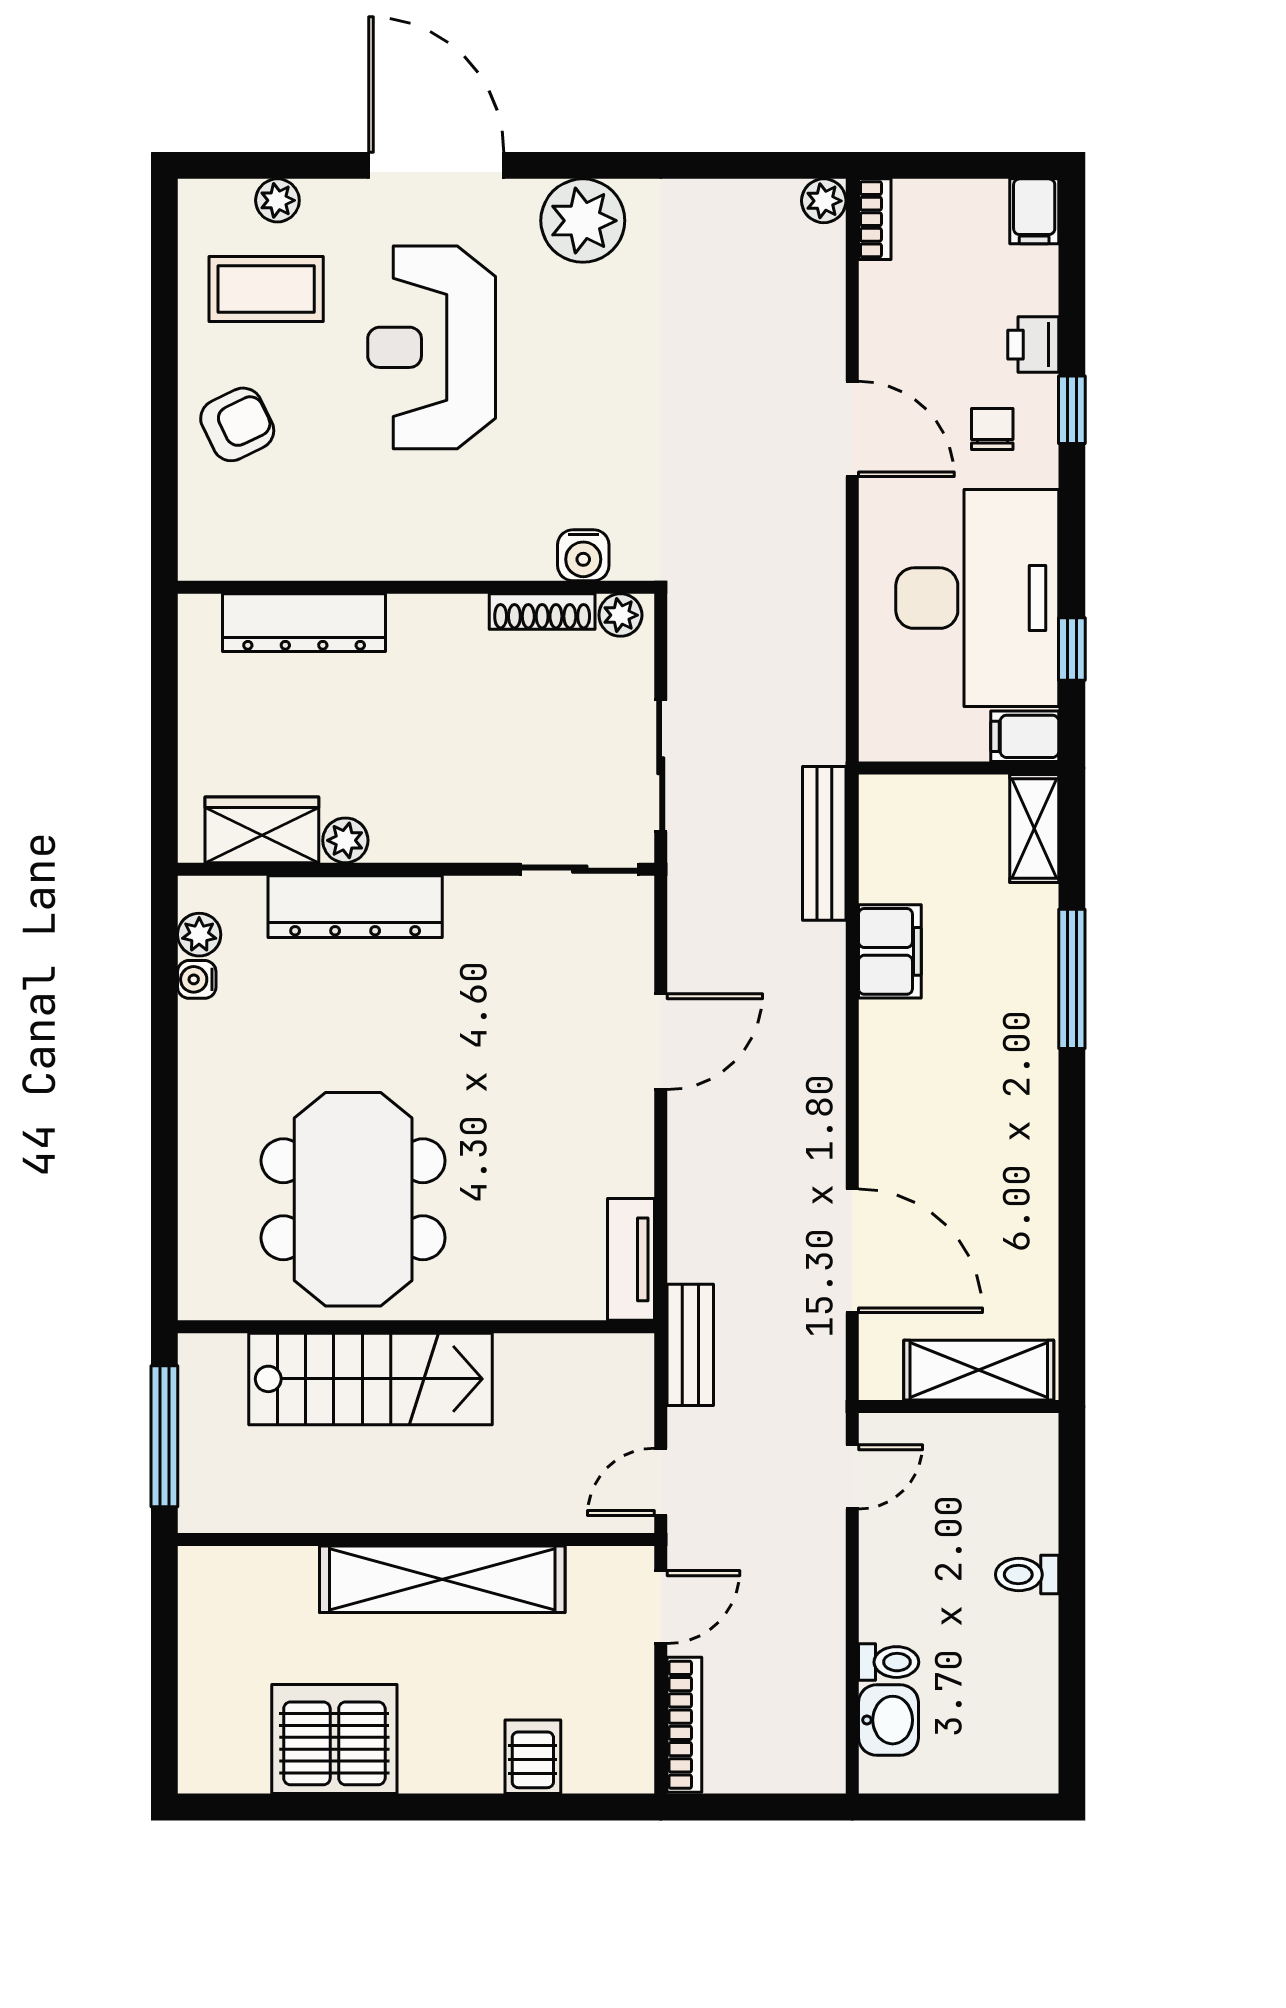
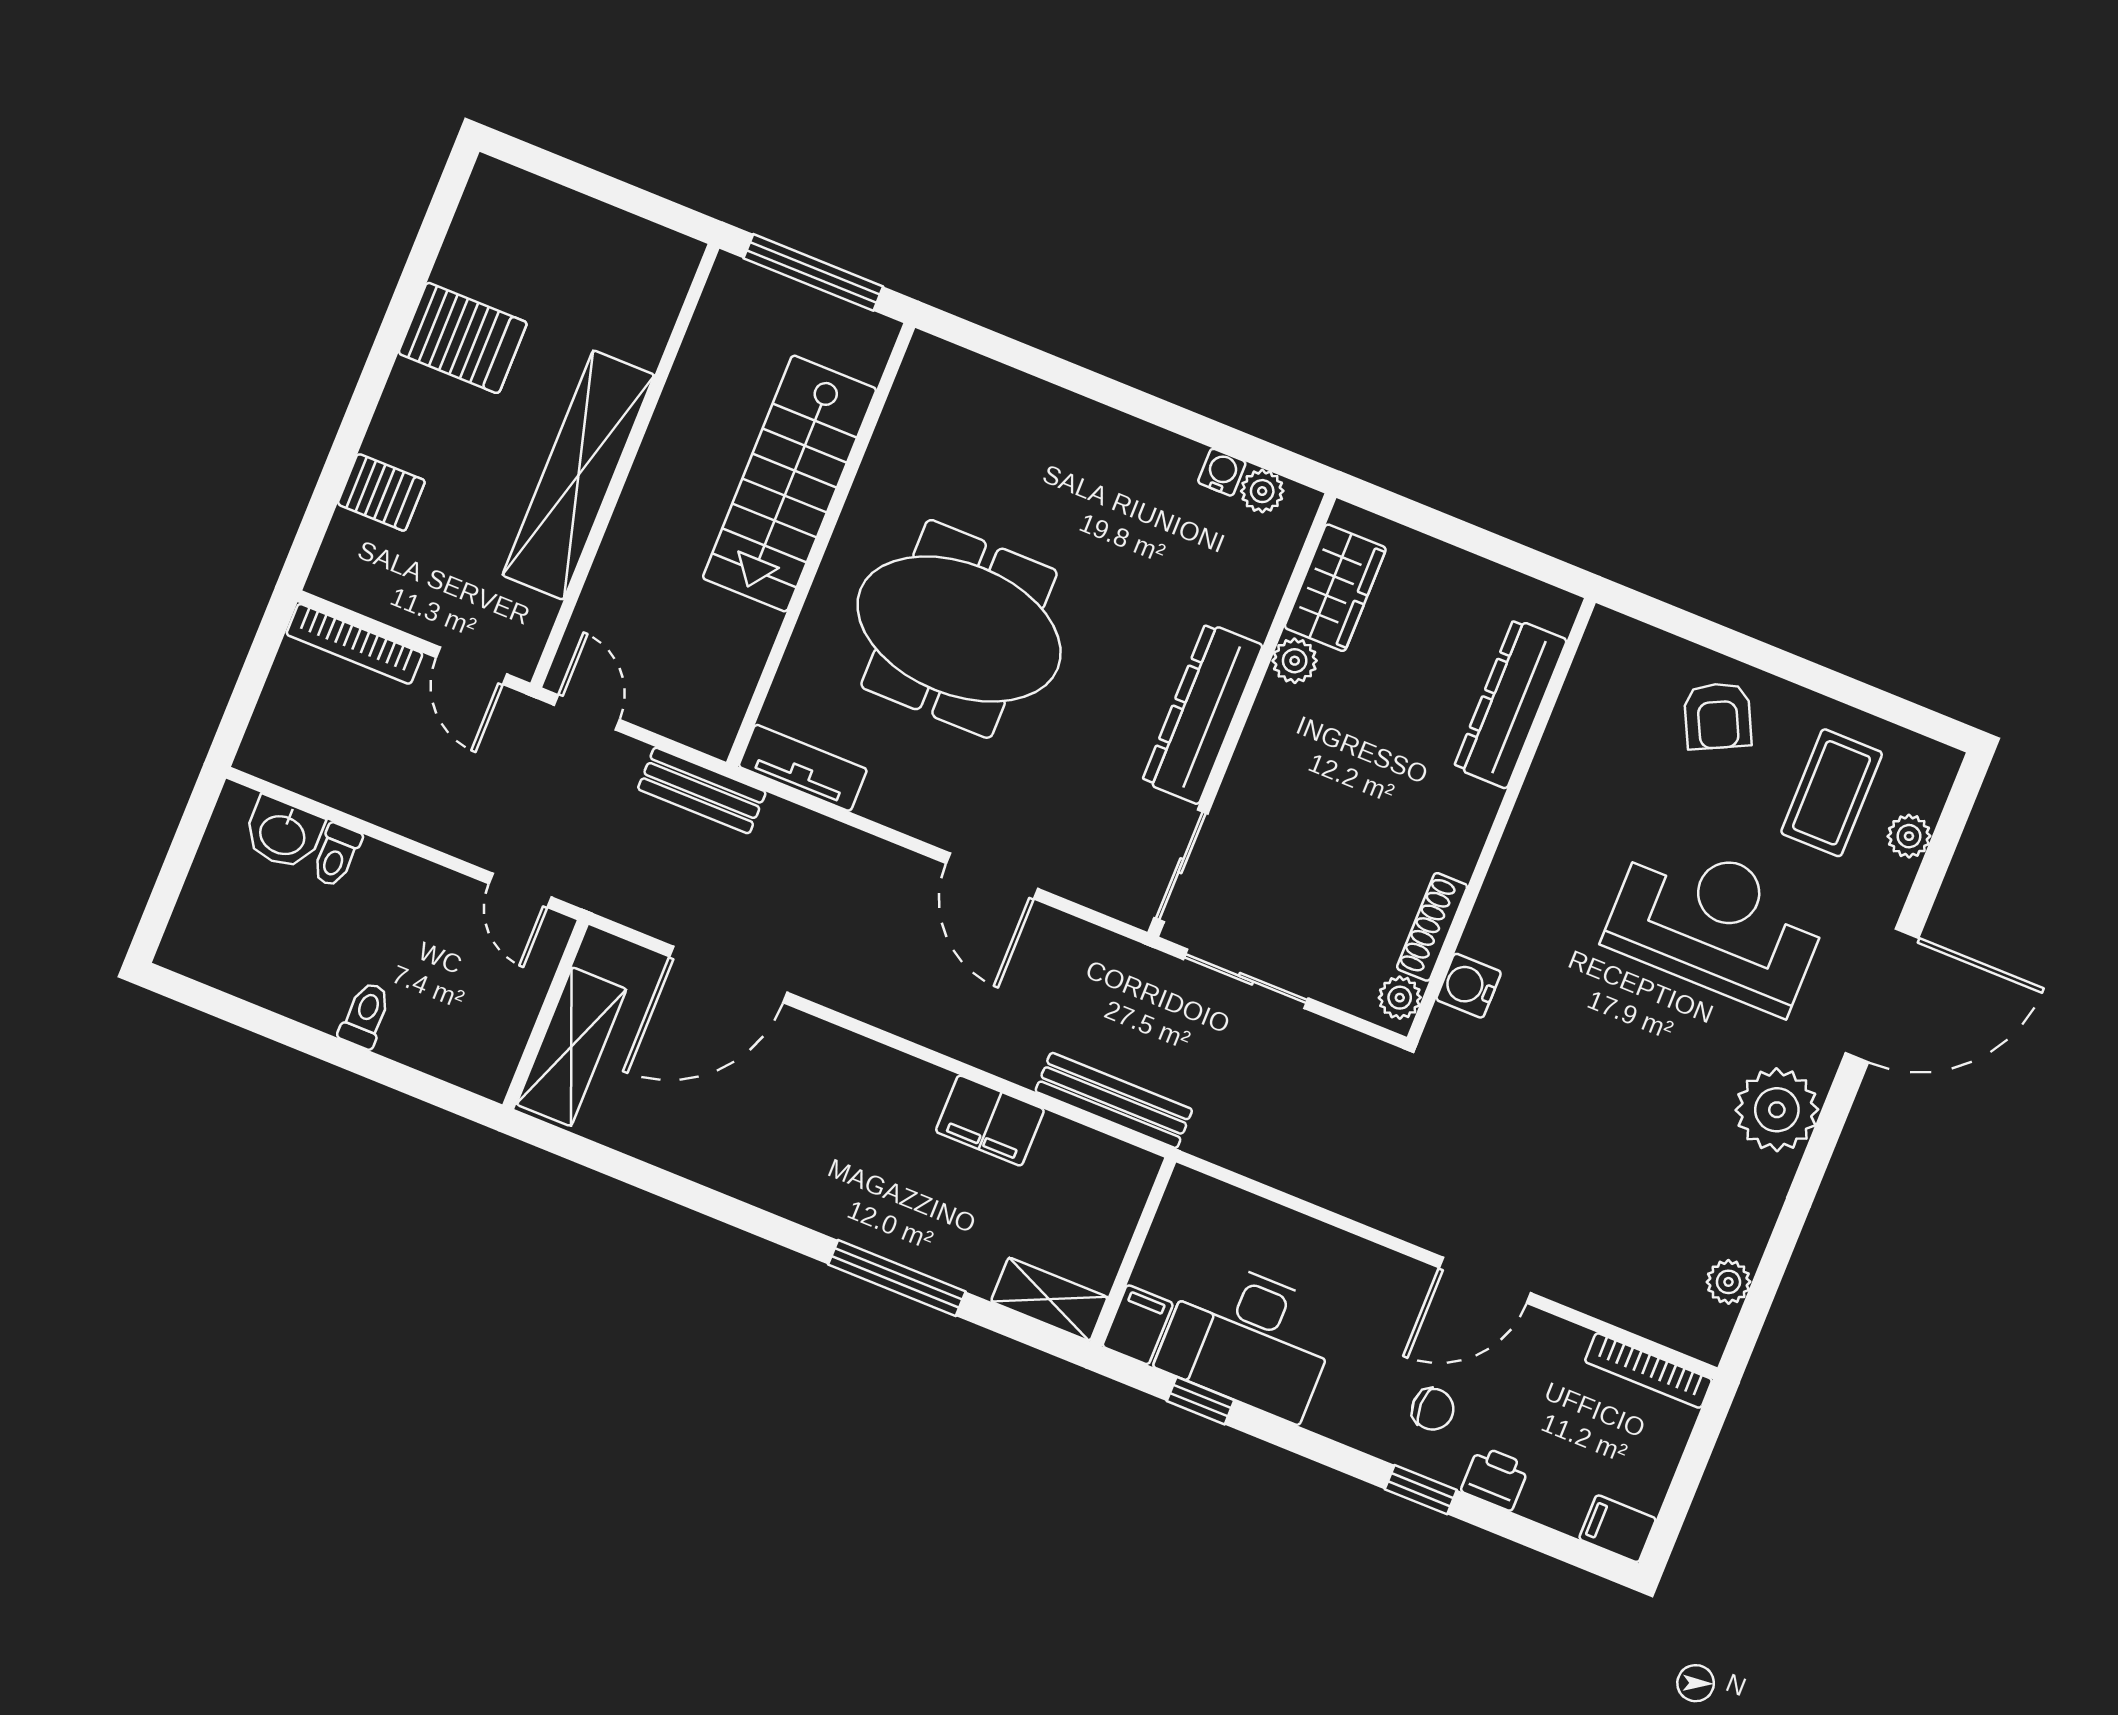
plant: (824, 201) -> (1728, 1282), moved
bookcase: (875, 219) -> (1648, 1371), width x1.56
desk: (977, 598) -> (1249, 1339), width x0.73, depth x0.77
dresser: (355, 907) -> (1202, 713), moved
meeting table: (353, 1199) -> (959, 629), moved
server rack: (334, 1739) -> (463, 338), width x0.62

